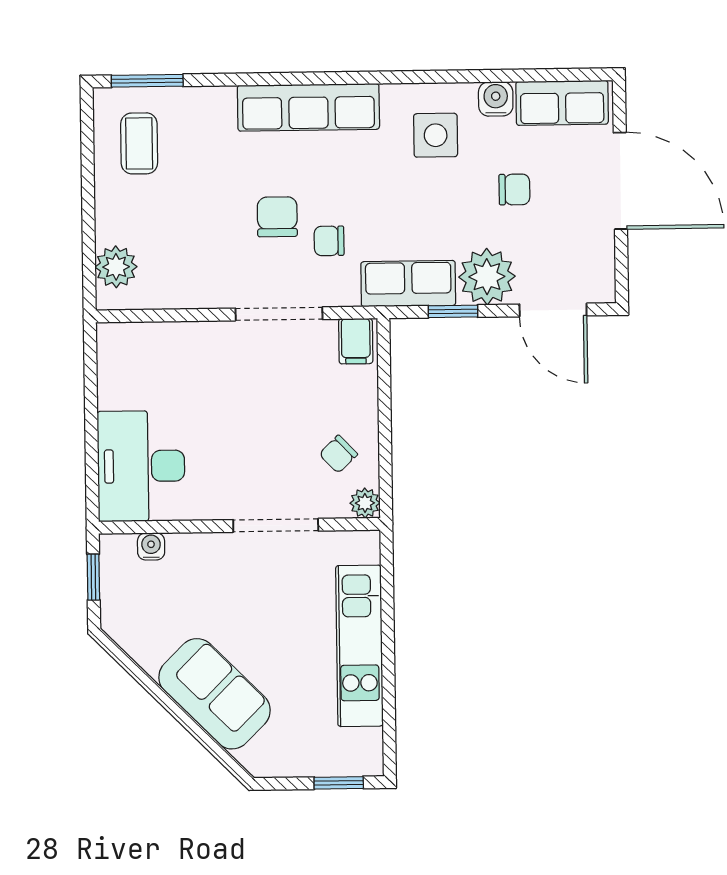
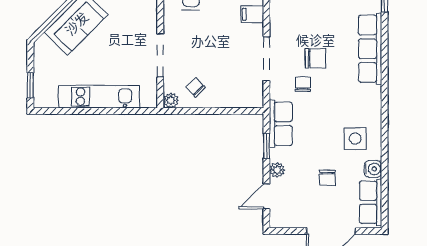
row of seats: (308, 107) -> (370, 49), moved
plant: (487, 277) -> (277, 170), width x0.53, depth x0.53
door: (553, 310) -> (266, 196), width x0.73
filing cabinet: (356, 341) -> (252, 14), moved

